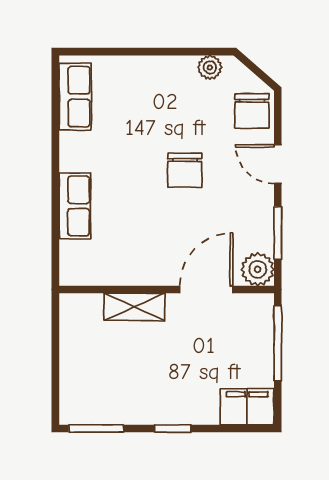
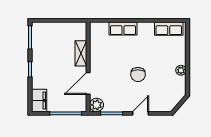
plant: (210, 67) -> (181, 70), moved
chair: (252, 111) -> (163, 102), removed
chair: (185, 170) -> (138, 74), turned -90
door: (206, 289) -> (88, 83), swing flipped

